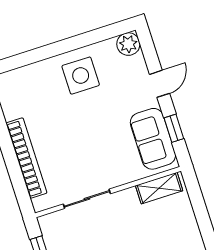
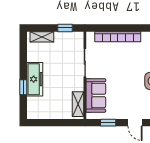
sofa: (153, 139) -> (96, 95), moved, turned 90

